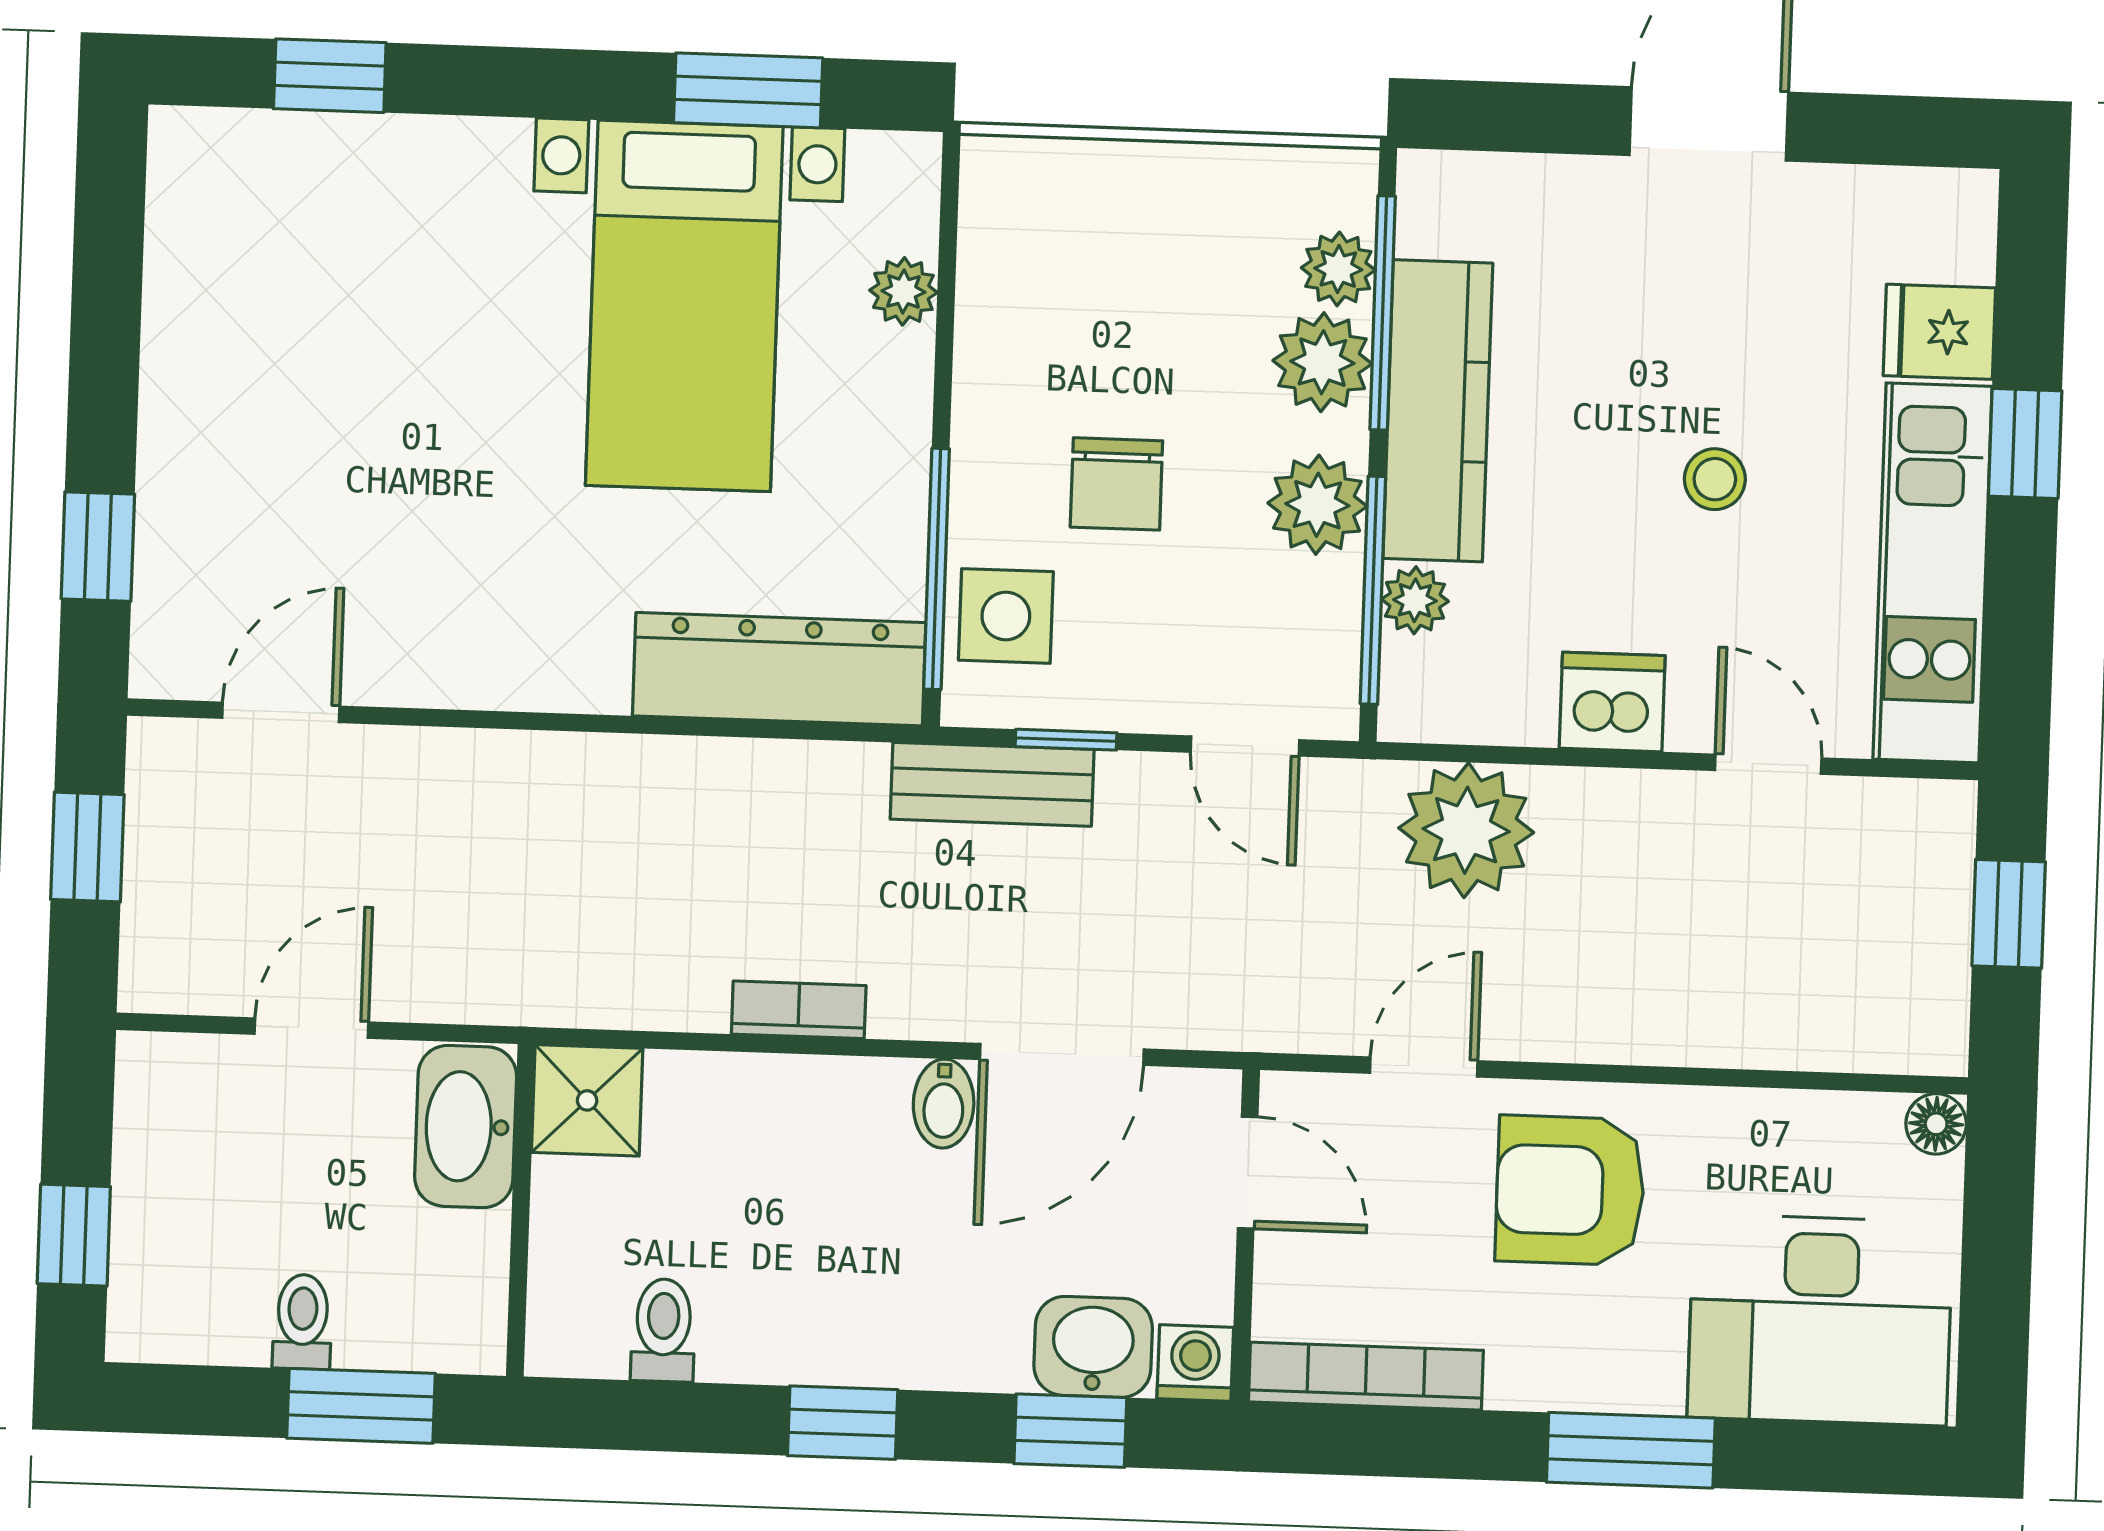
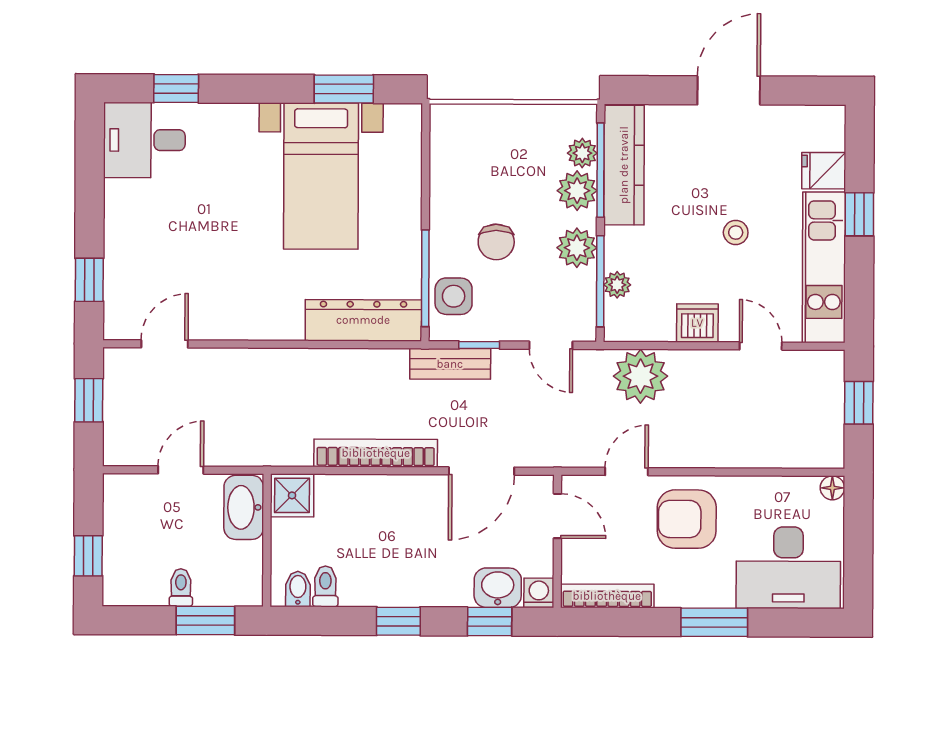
desk: (246, 202) -> (144, 140), added
plant: (903, 291) -> (408, 168), removed
kitchen counter: (1438, 411) -> (624, 165), moved
bookcase: (799, 1010) -> (376, 453), width x2.31, depth x1.31
bidet: (944, 1104) -> (298, 589), moved, turned 180

